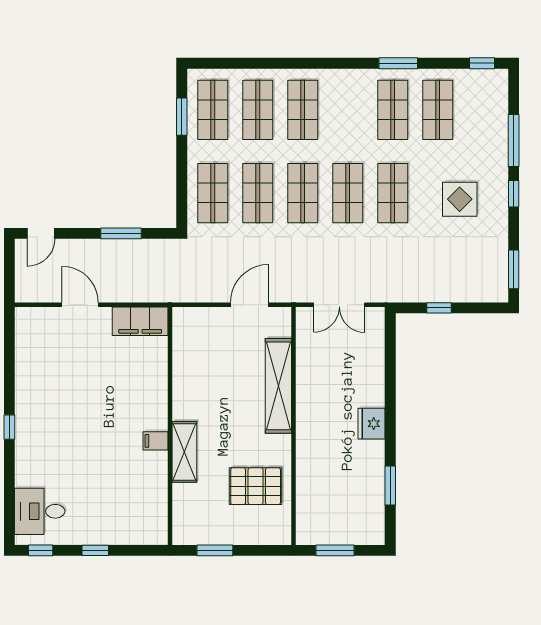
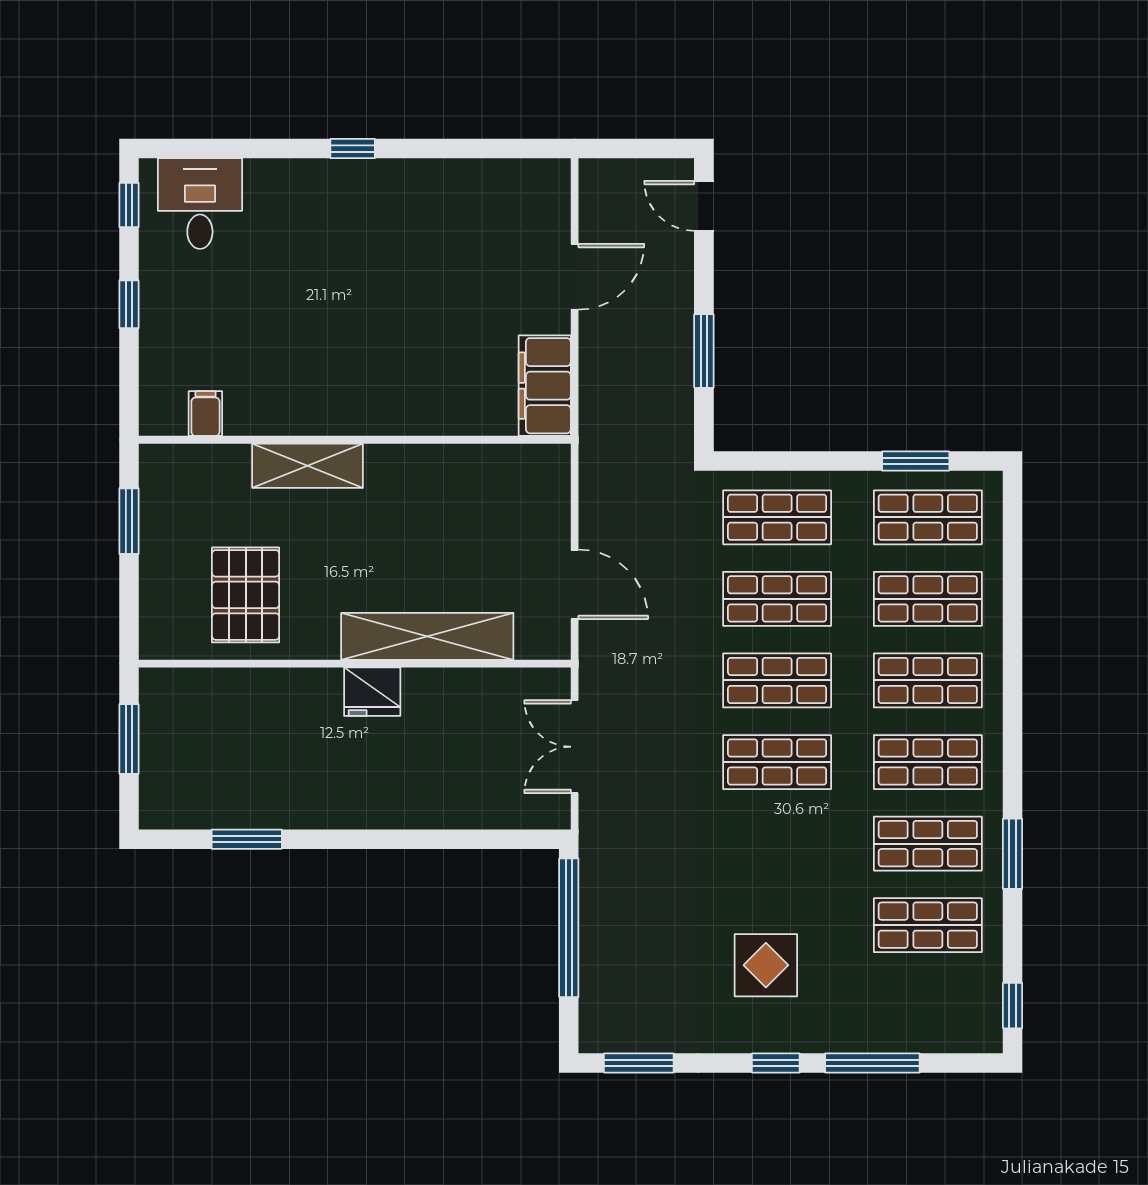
shop shelf: (393, 193) -> (928, 762), moved
window: (439, 308) -> (569, 928), width x3.17
fridge: (372, 424) -> (372, 692), moved, turned 180
filing cabinet: (156, 441) -> (205, 414), moved

